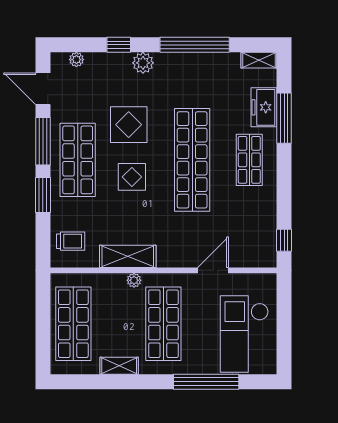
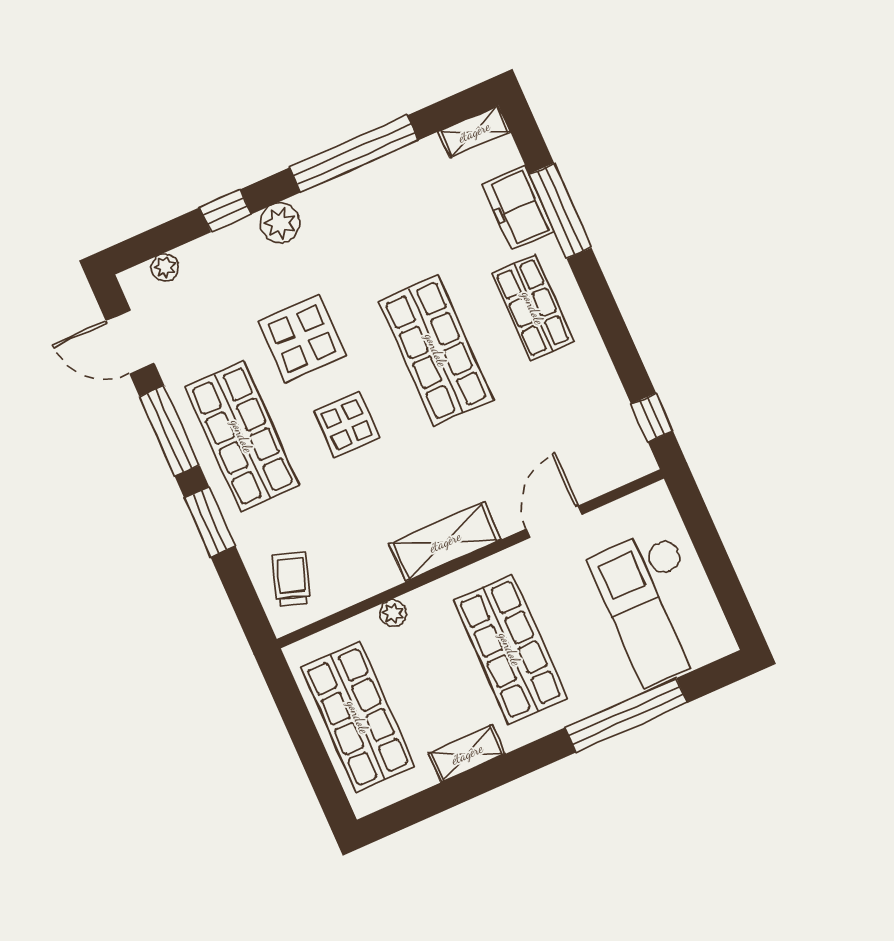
shop shelf: (192, 160) -> (436, 350), width x0.71
trolley: (71, 241) -> (291, 579), turned -71
shelving: (128, 256) -> (445, 542), moved
plant: (134, 280) -> (393, 613), moved

